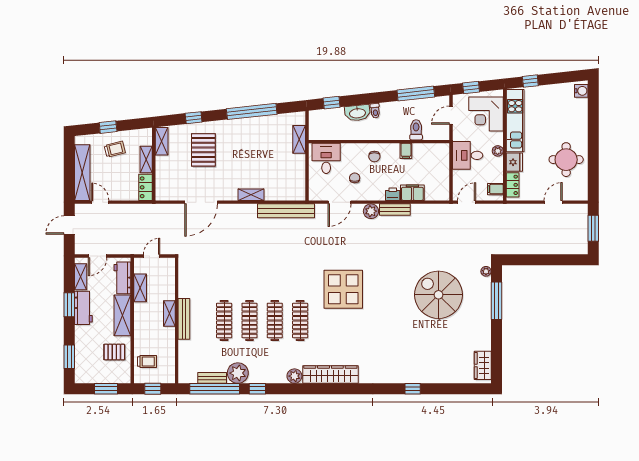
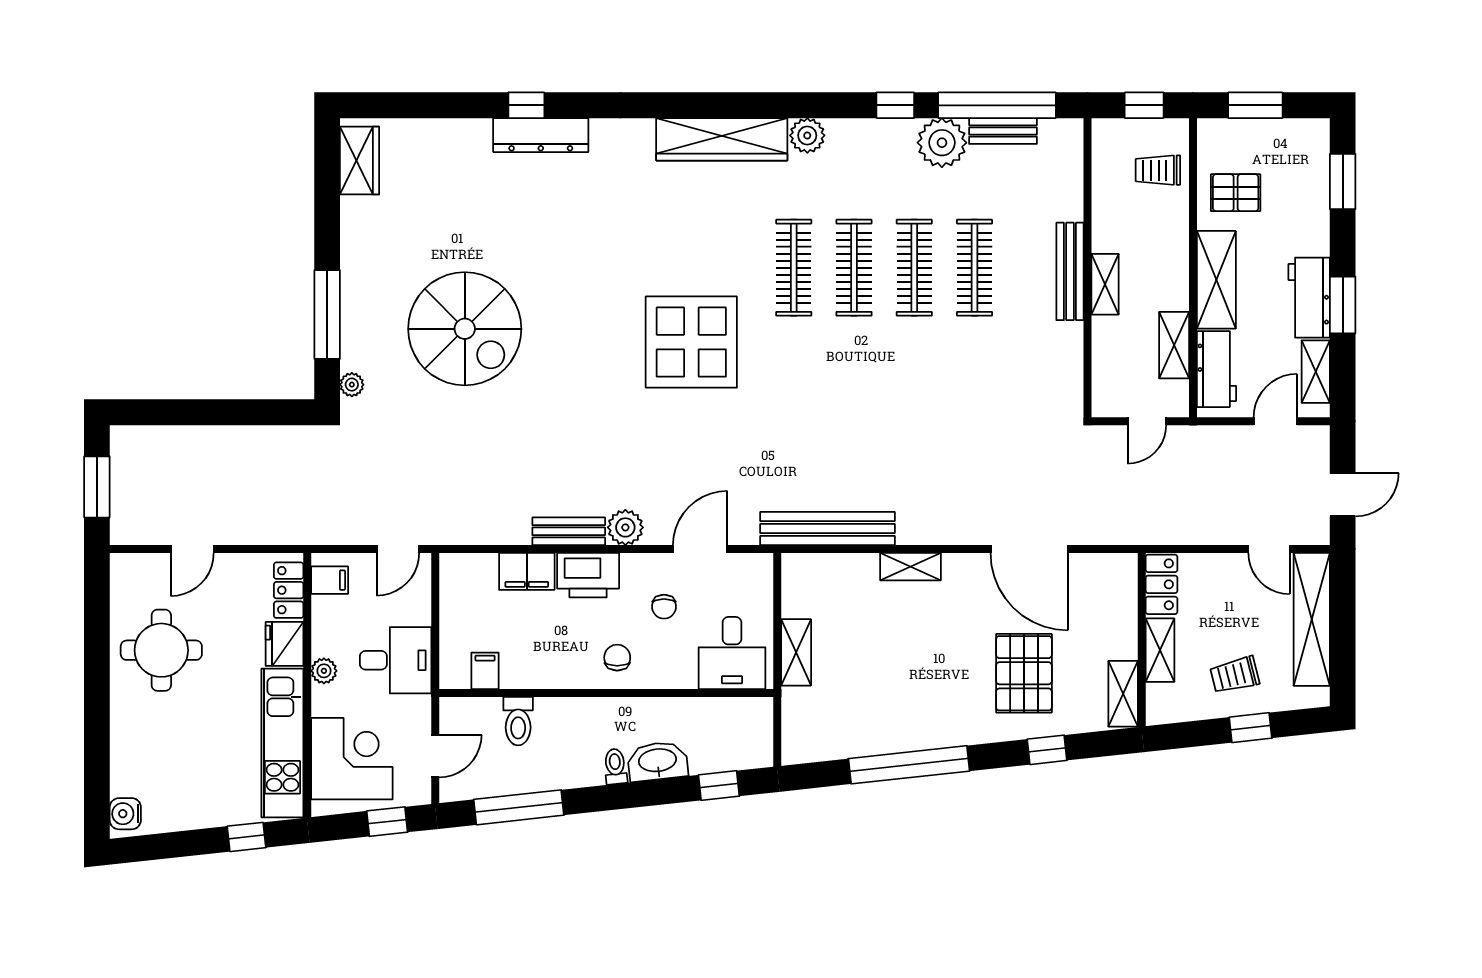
shelving: (299, 139) -> (796, 652), moved
filing cabinet: (406, 151) -> (485, 671), moved
printer: (393, 194) -> (588, 575), width x1.87, depth x1.48
door: (201, 202) -> (1029, 549), swing flipped
dresser: (407, 376) -> (541, 135), added

